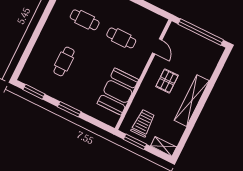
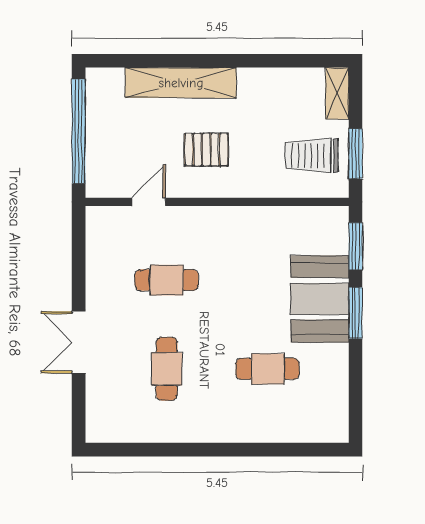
cafe table: (121, 38) -> (167, 280), turned 90
window: (34, 92) -> (356, 246), moved
booth: (118, 92) -> (320, 299), moved, turned 90
shelving: (192, 101) -> (181, 83), moved

